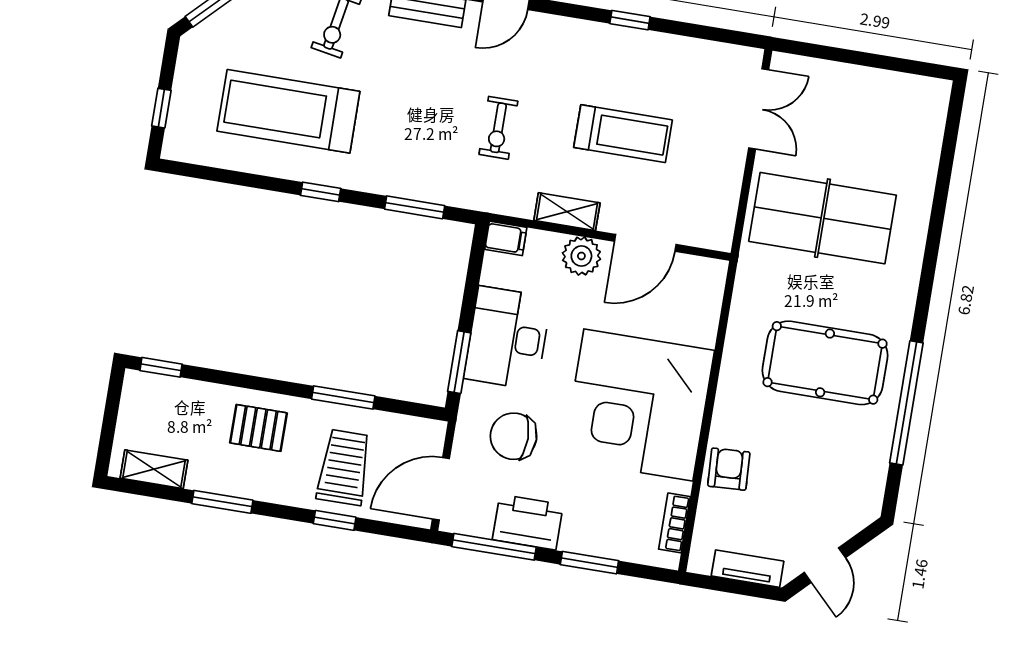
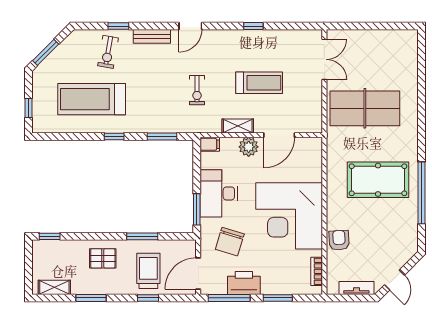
chair: (514, 436) -> (230, 242), turned -73

